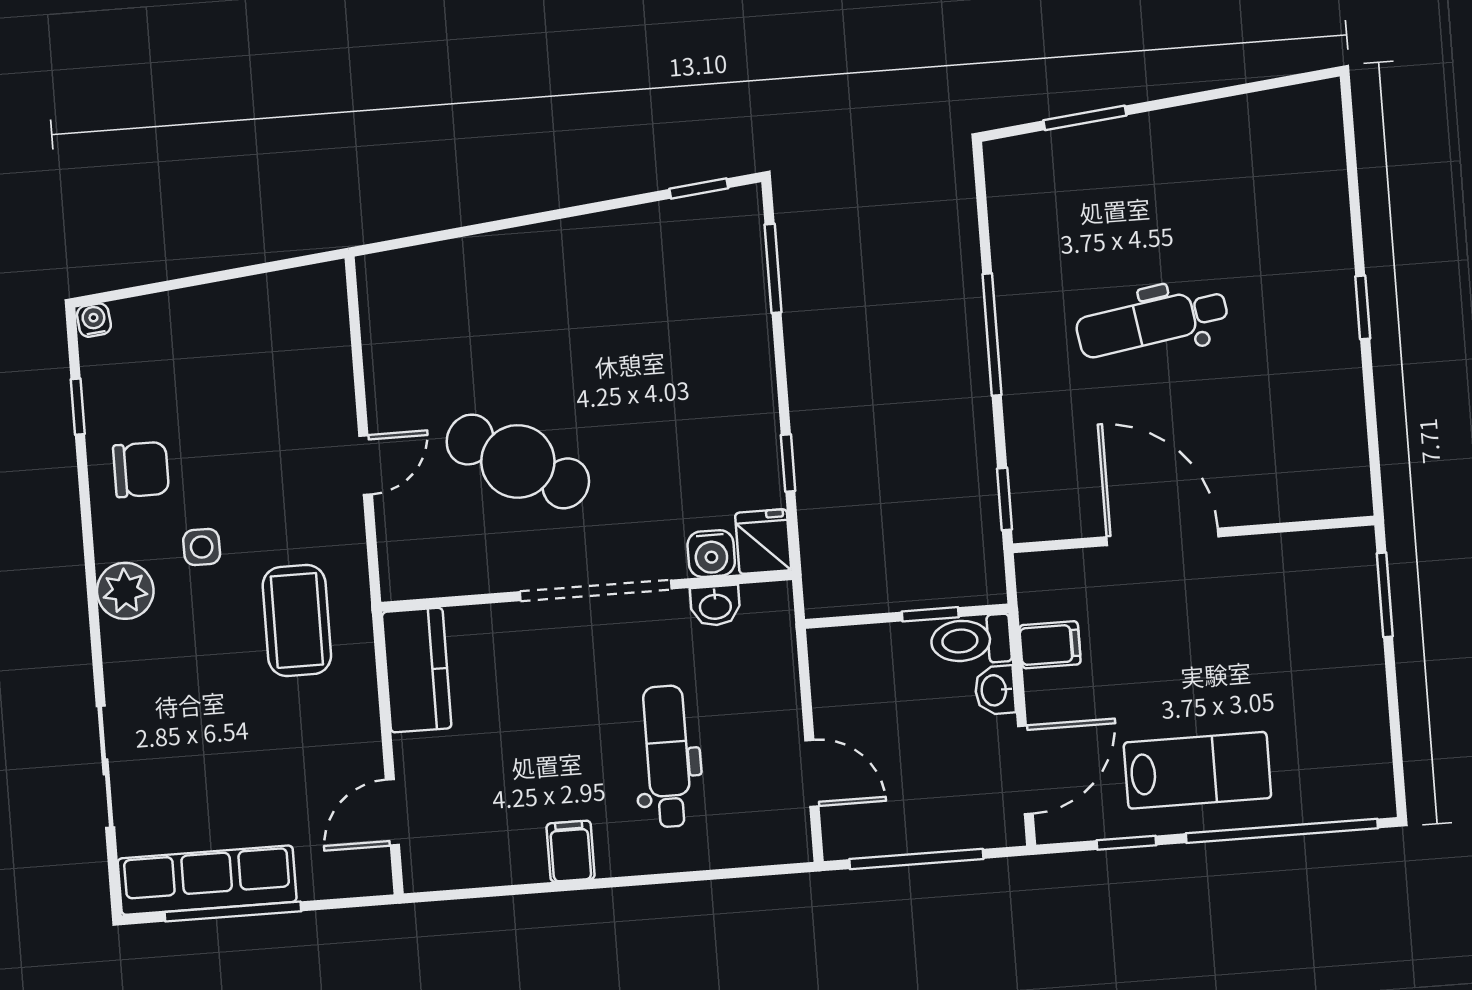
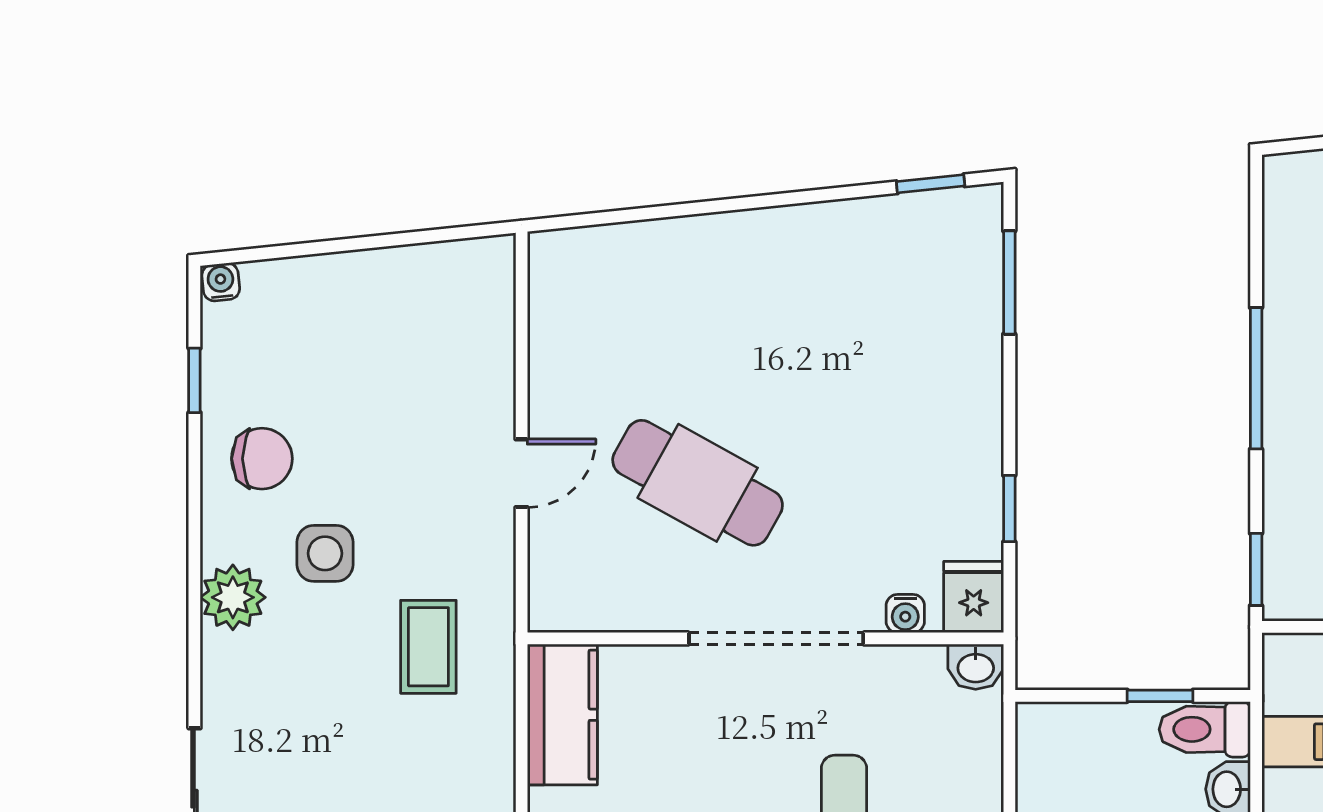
side table: (202, 547) -> (325, 553), width x1.37, depth x1.37
water cooler: (711, 554) -> (905, 614), width x0.72, depth x0.72
washbasin: (715, 606) -> (976, 667), moved
coffee table: (297, 621) -> (428, 647), width x0.73, depth x0.77

